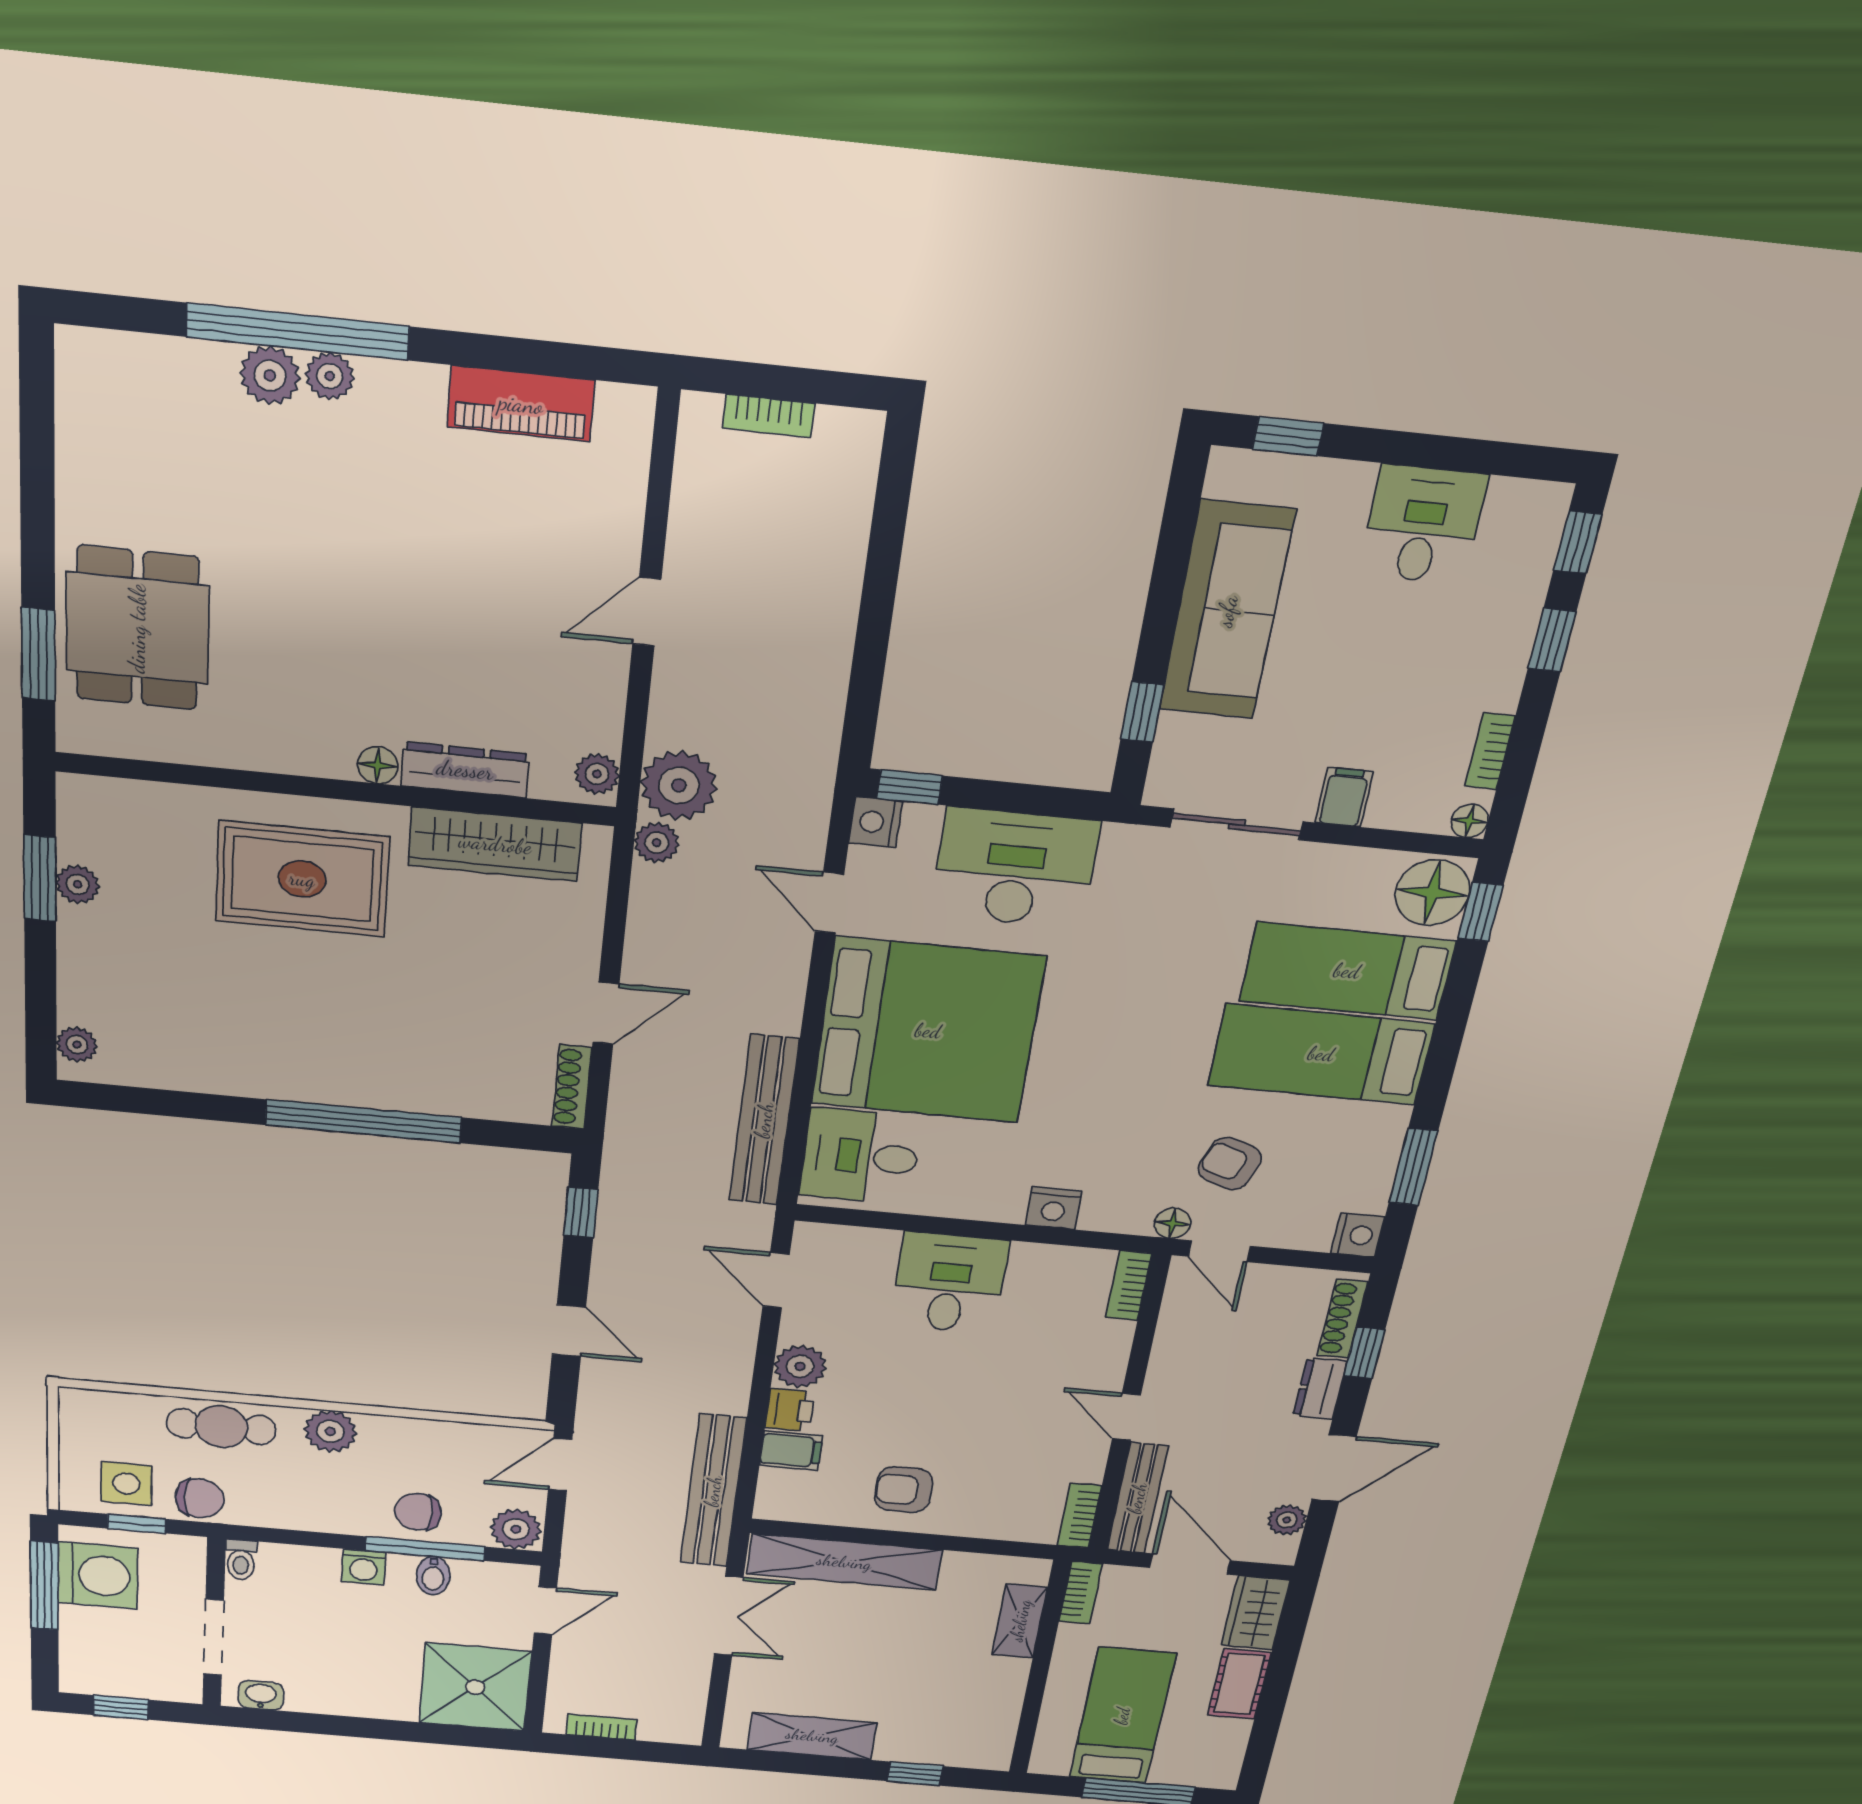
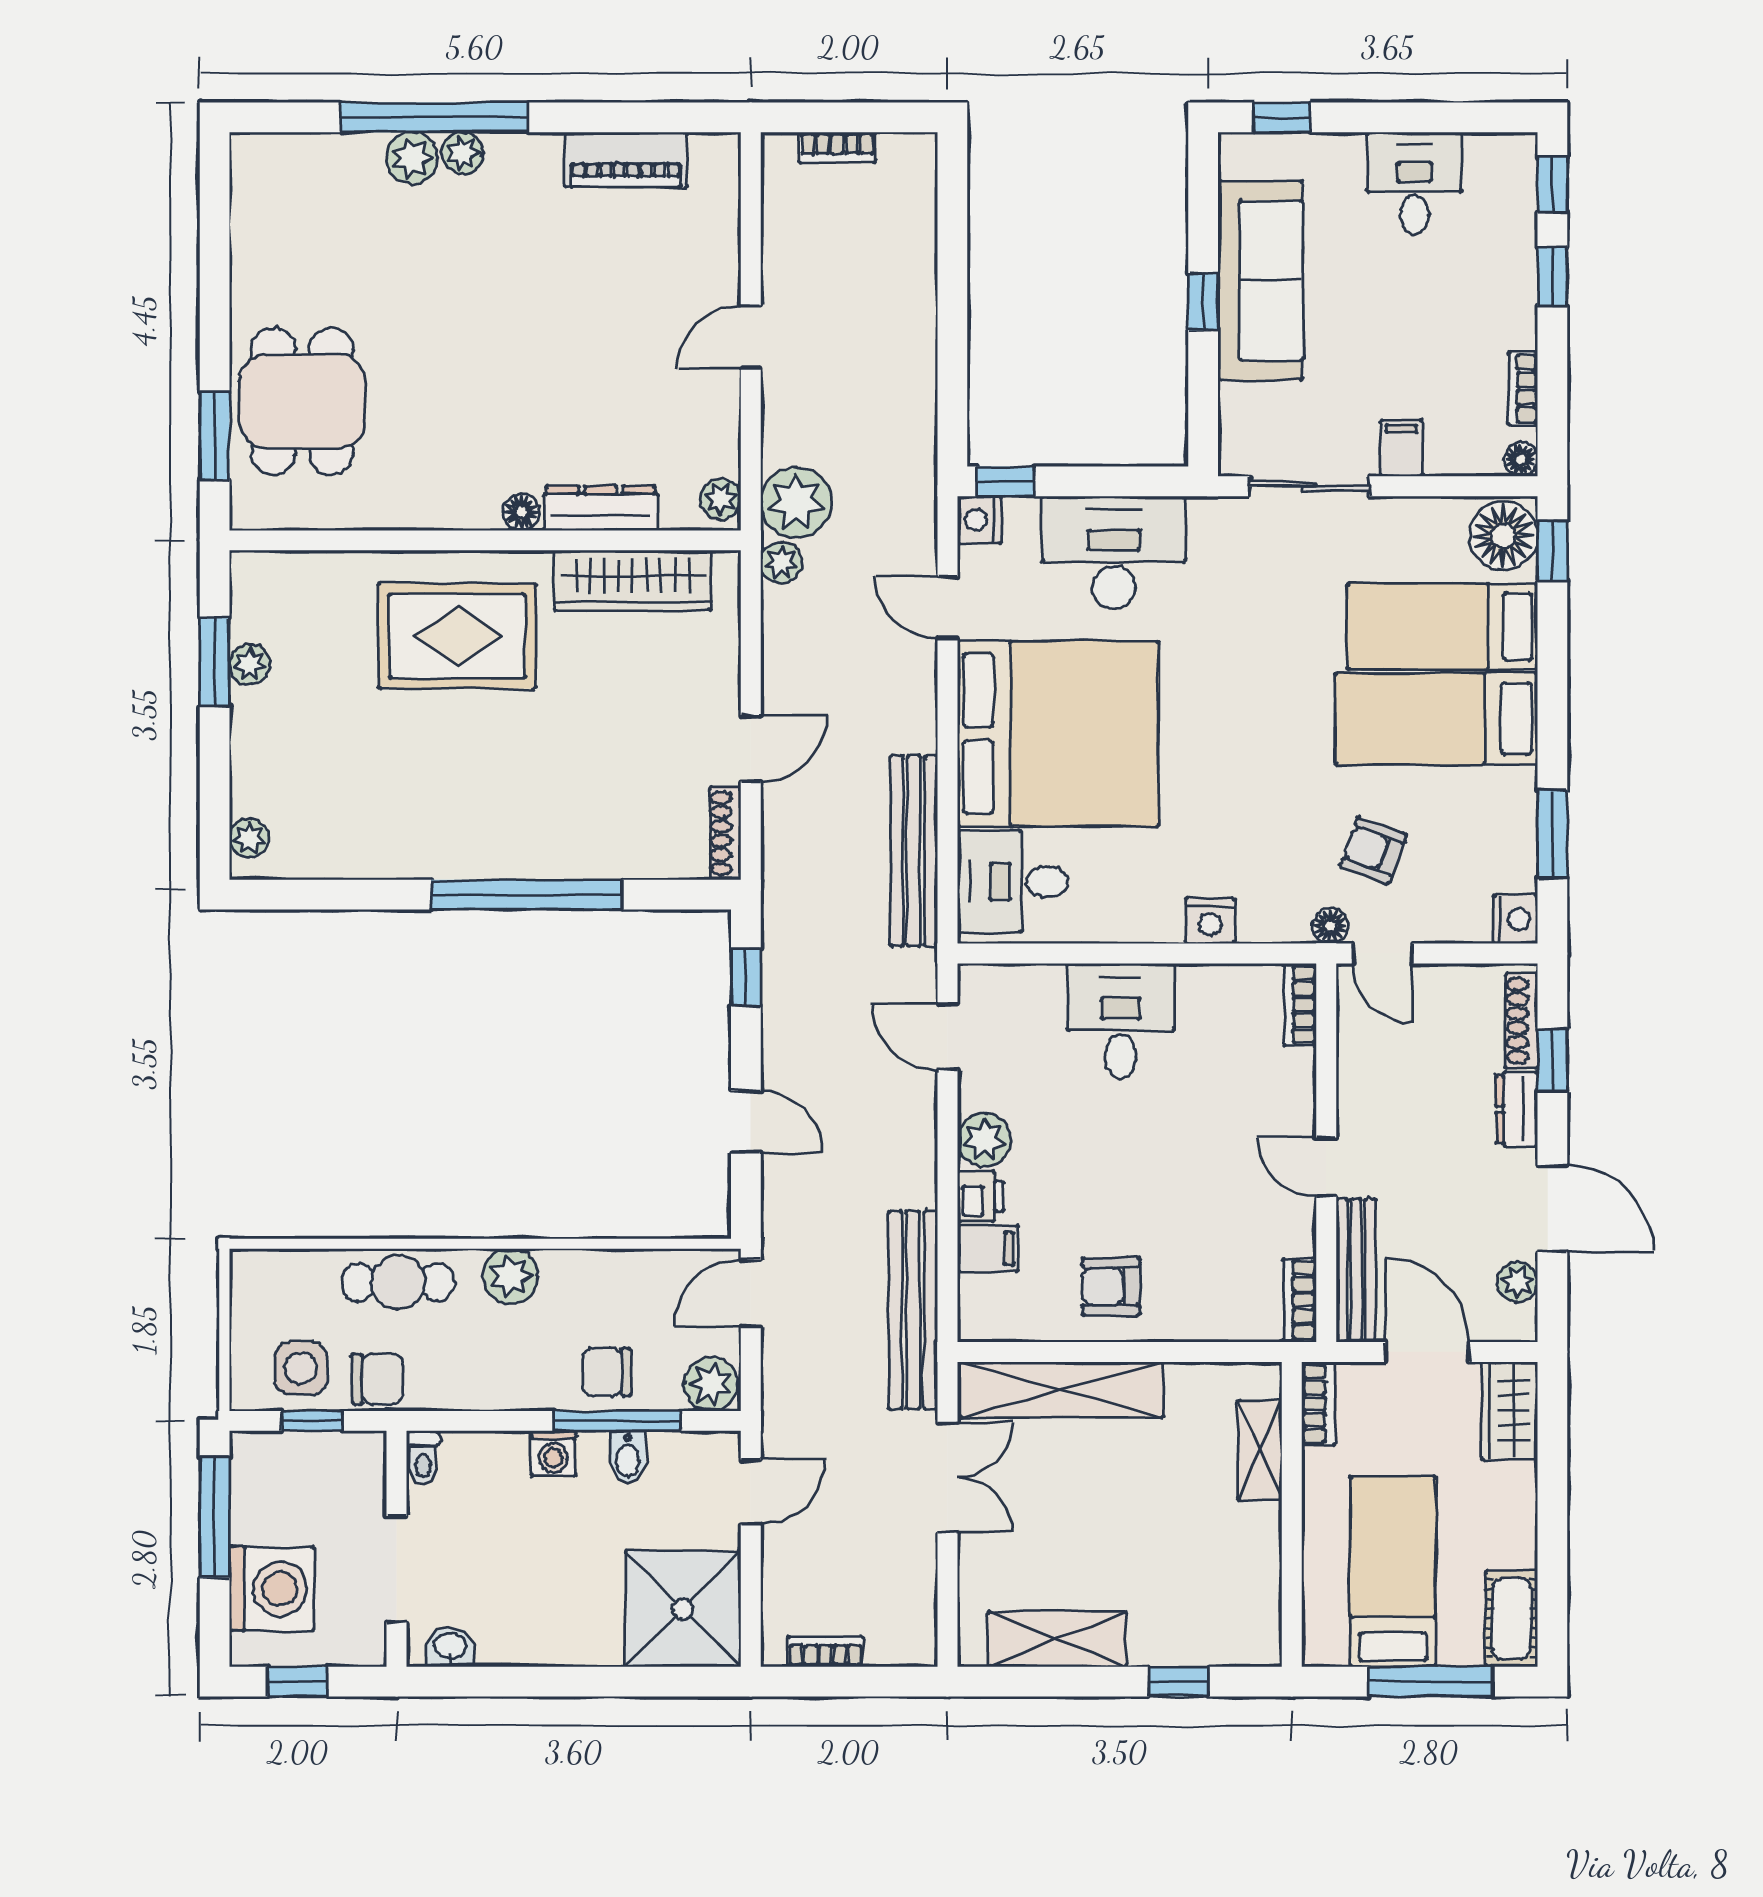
window: (1142, 712) -> (1203, 302), moved
door: (1334, 1468) -> (1552, 1209), hinge flipped
washing machine: (98, 1575) -> (272, 1589), moved
cot: (1239, 1684) -> (1511, 1619), moved

